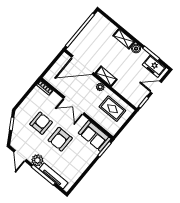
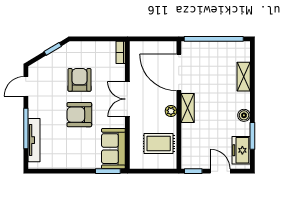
shelving: (124, 39) -> (244, 77), moved
rug: (112, 109) -> (159, 144), turned 90
armchair: (41, 123) -> (79, 80), turned -90
plant: (37, 160) -> (36, 109), removed

